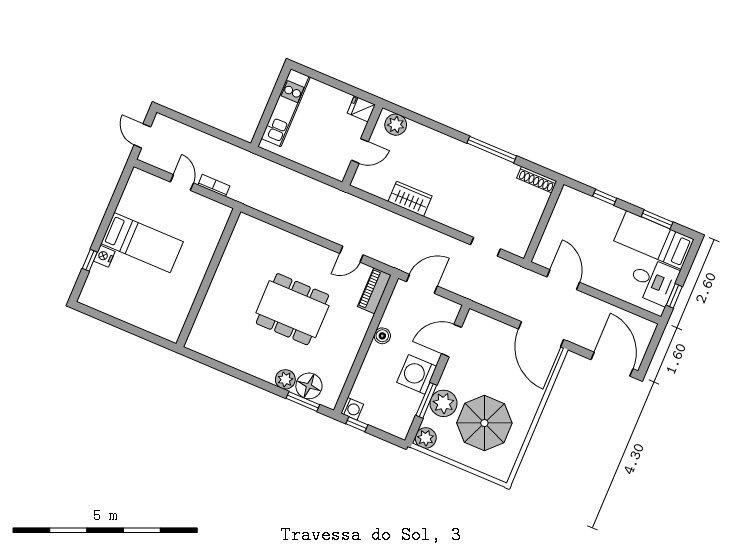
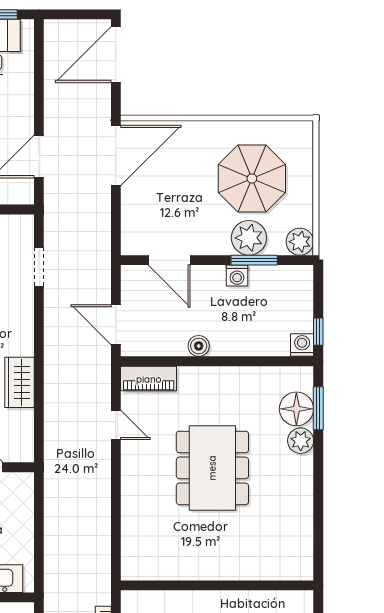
washing machine: (417, 374) -> (237, 276), width x0.53, depth x0.53

